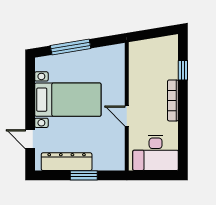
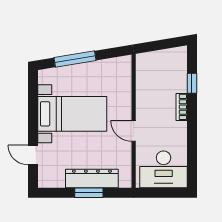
bookcase: (173, 100) -> (182, 107), width x0.64
dresser: (67, 162) -> (92, 178), moved

